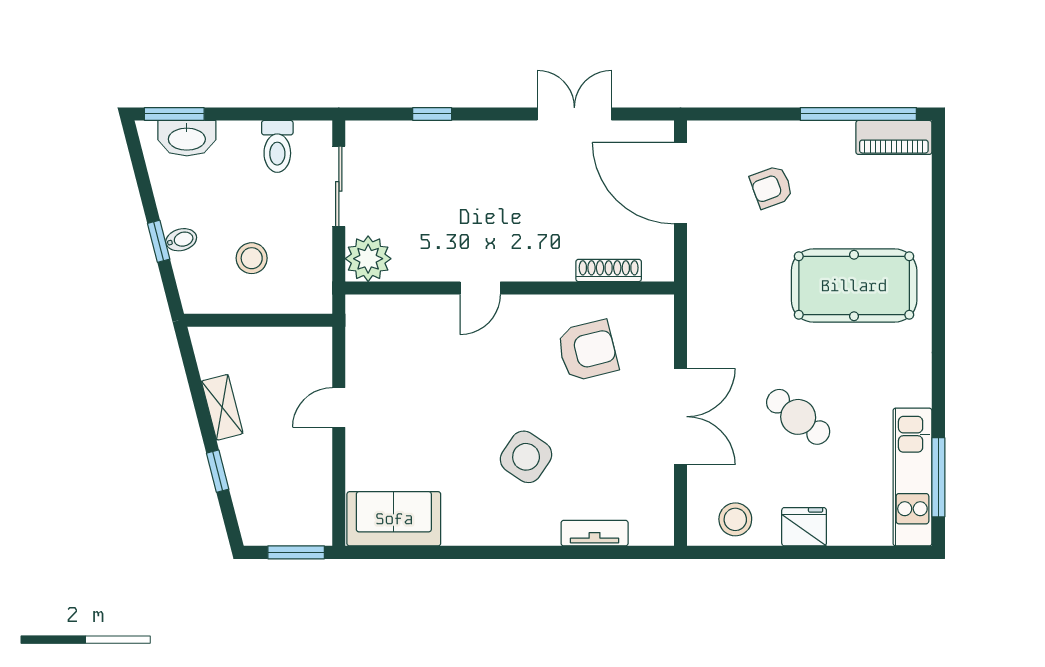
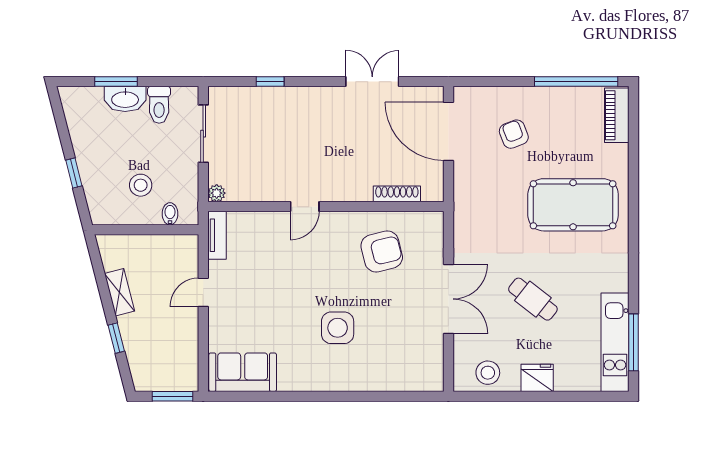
window: (174, 114) -> (116, 82), moved
piano: (894, 137) -> (617, 115), moved, turned 90
washbasin: (187, 138) -> (125, 99), moved
armchair: (771, 187) -> (514, 134), turned 89
bidet: (181, 240) -> (170, 214), moved, turned -76
plant: (368, 259) -> (217, 193), width x0.53, depth x0.53
side table: (526, 457) -> (338, 328), turned -34
tv unit: (595, 533) -> (217, 235), moved, turned 90

